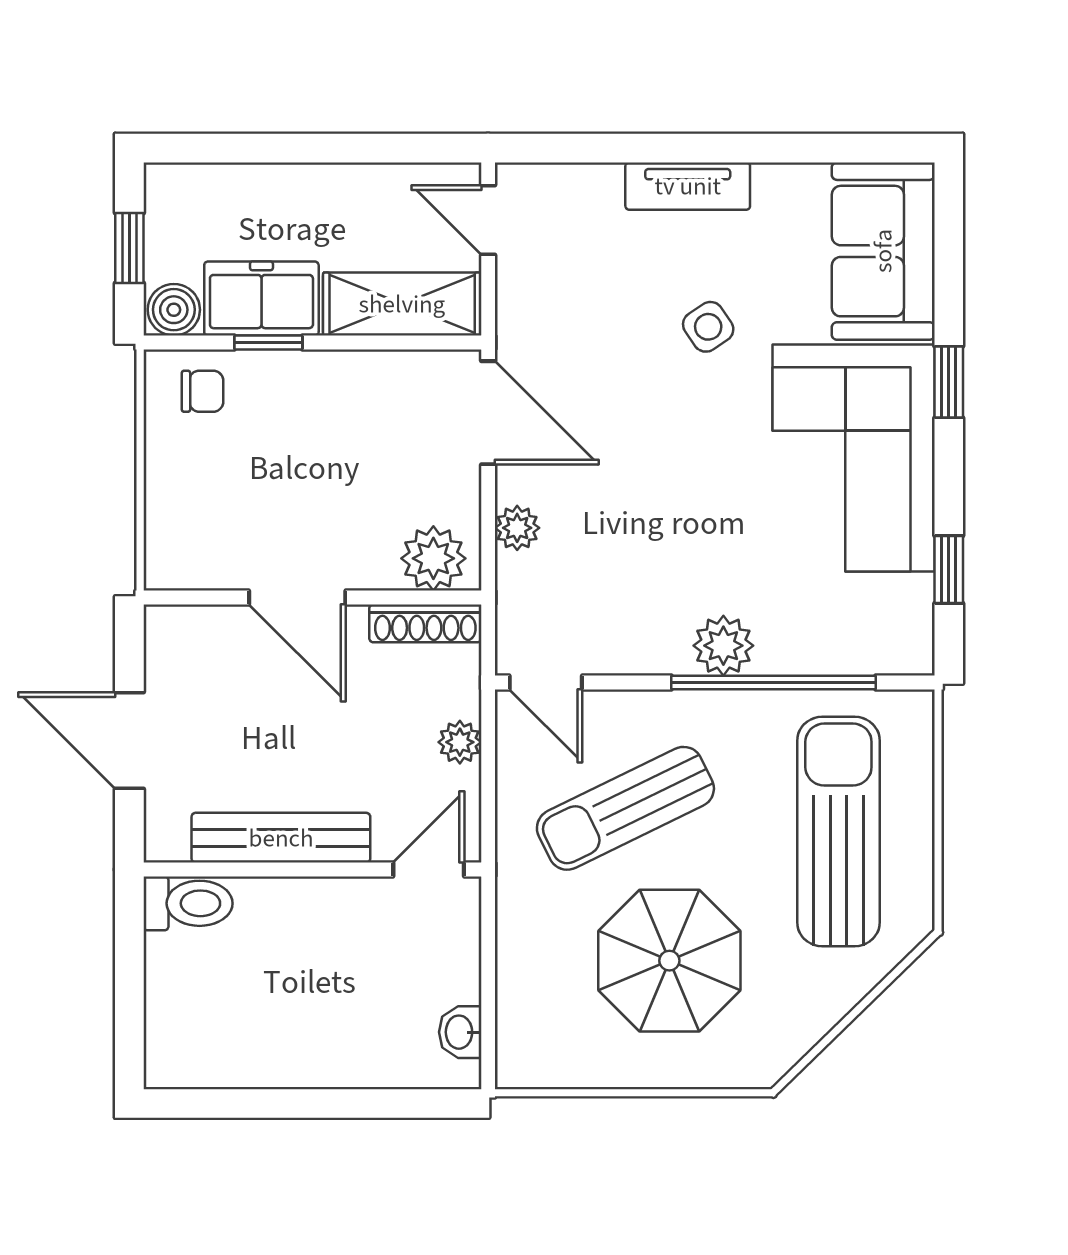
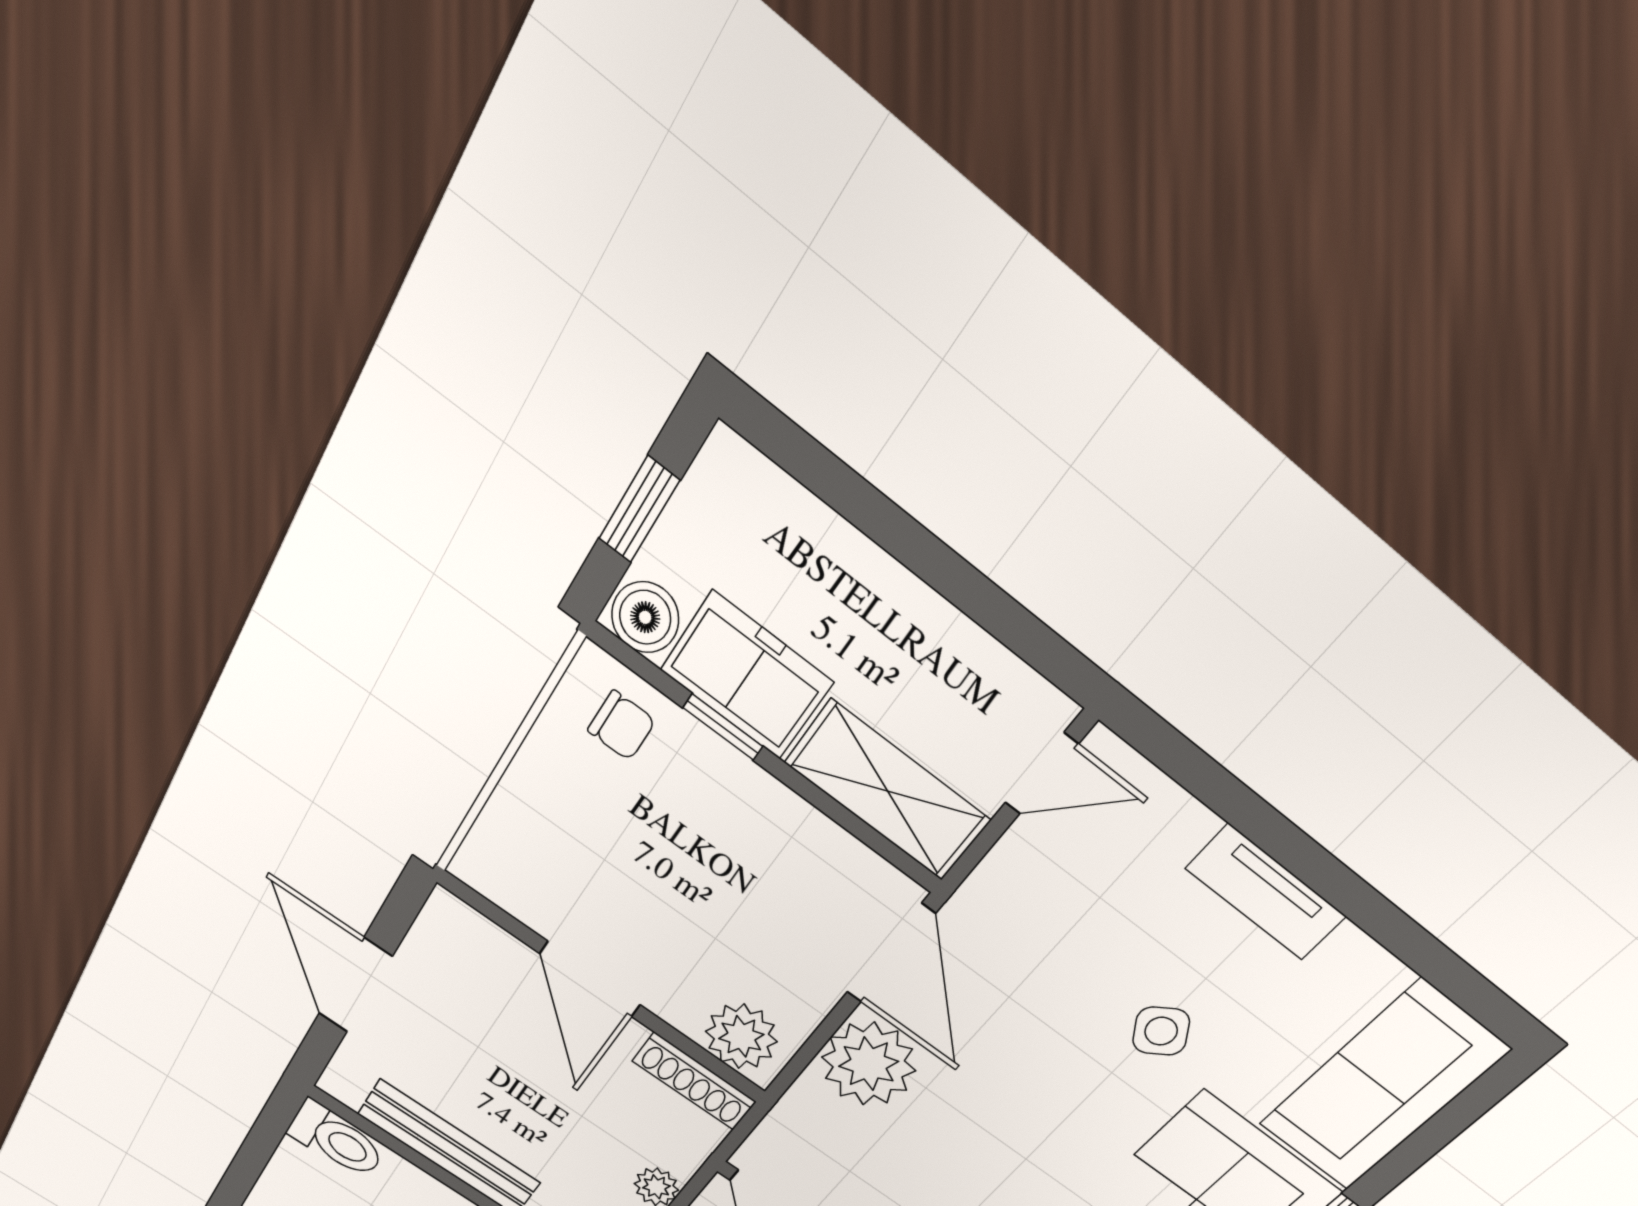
door: (488, 220) -> (1042, 774), swing flipped
plant: (517, 528) -> (869, 1064), width x1.87, depth x1.87

